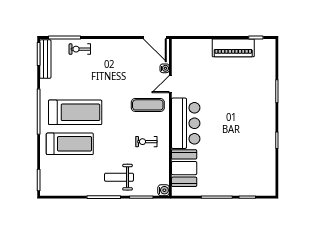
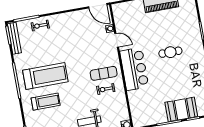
door: (170, 84) -> (117, 40), swing flipped
exercise mat: (148, 105) -> (104, 73), moved
cafe table: (234, 111) -> (170, 52), added
treadmill: (70, 144) -> (46, 102), width x0.73, depth x0.73
booth: (184, 168) -> (181, 109), moved, turned 90

